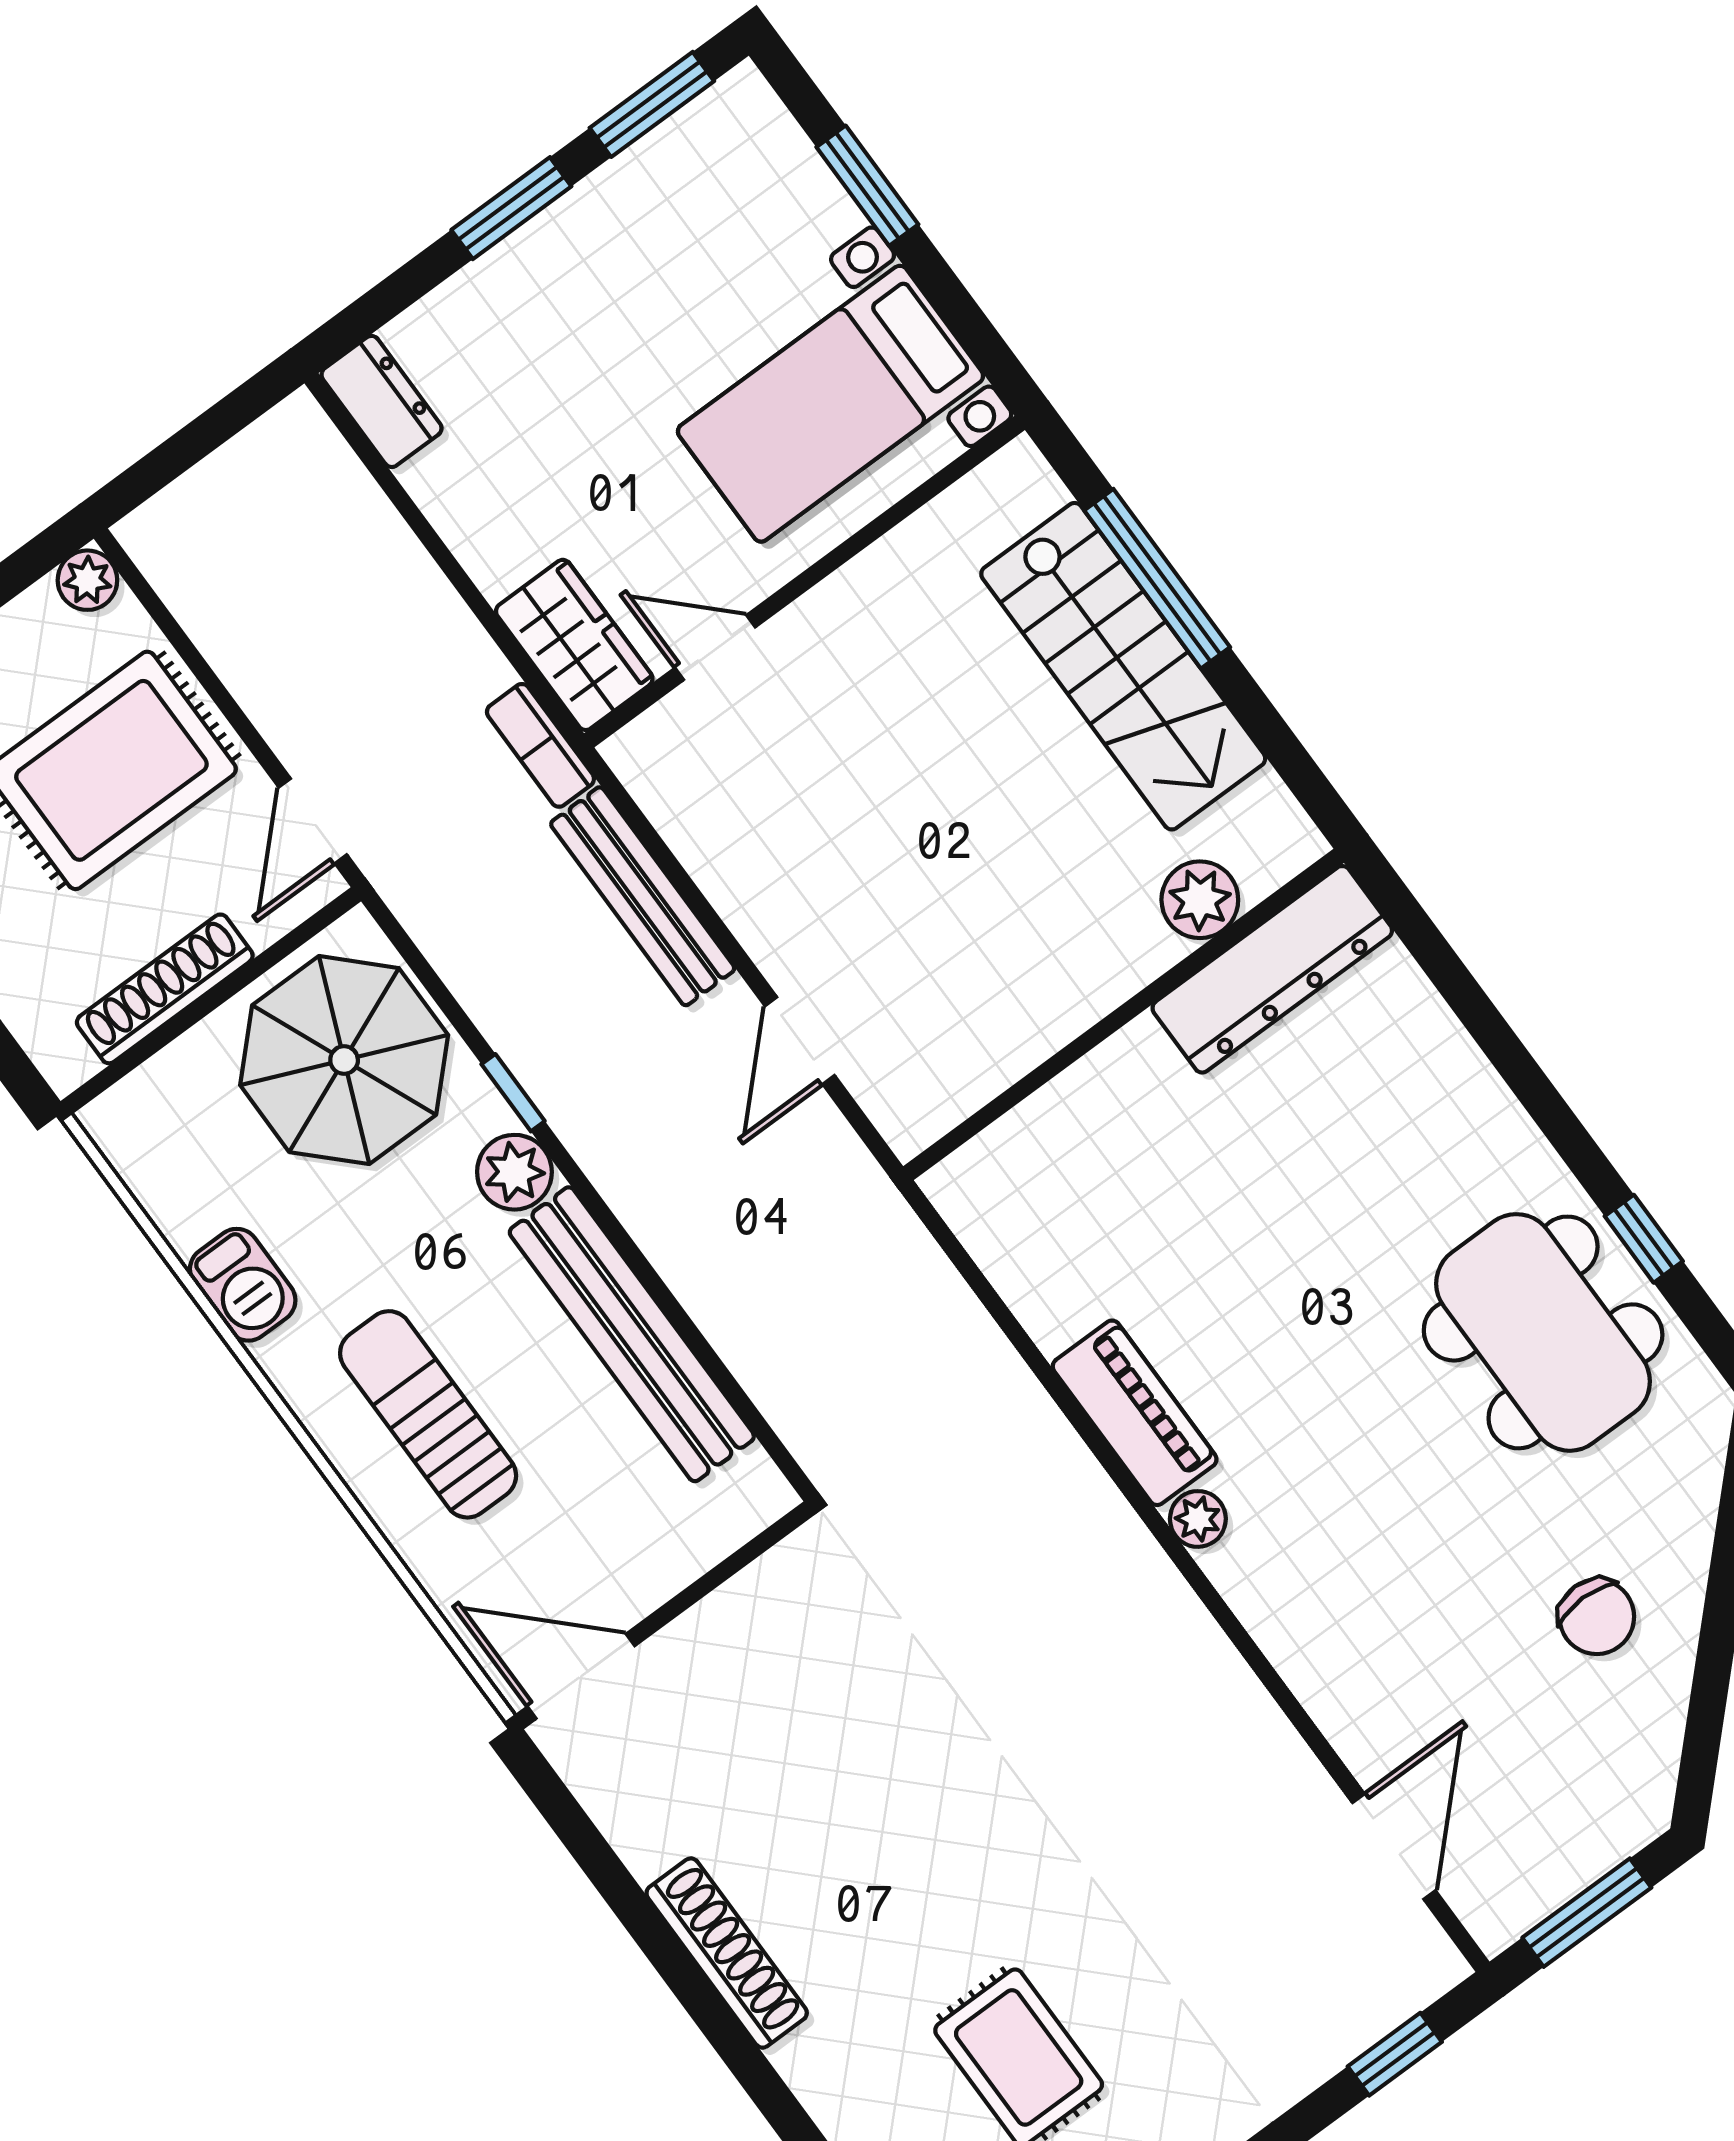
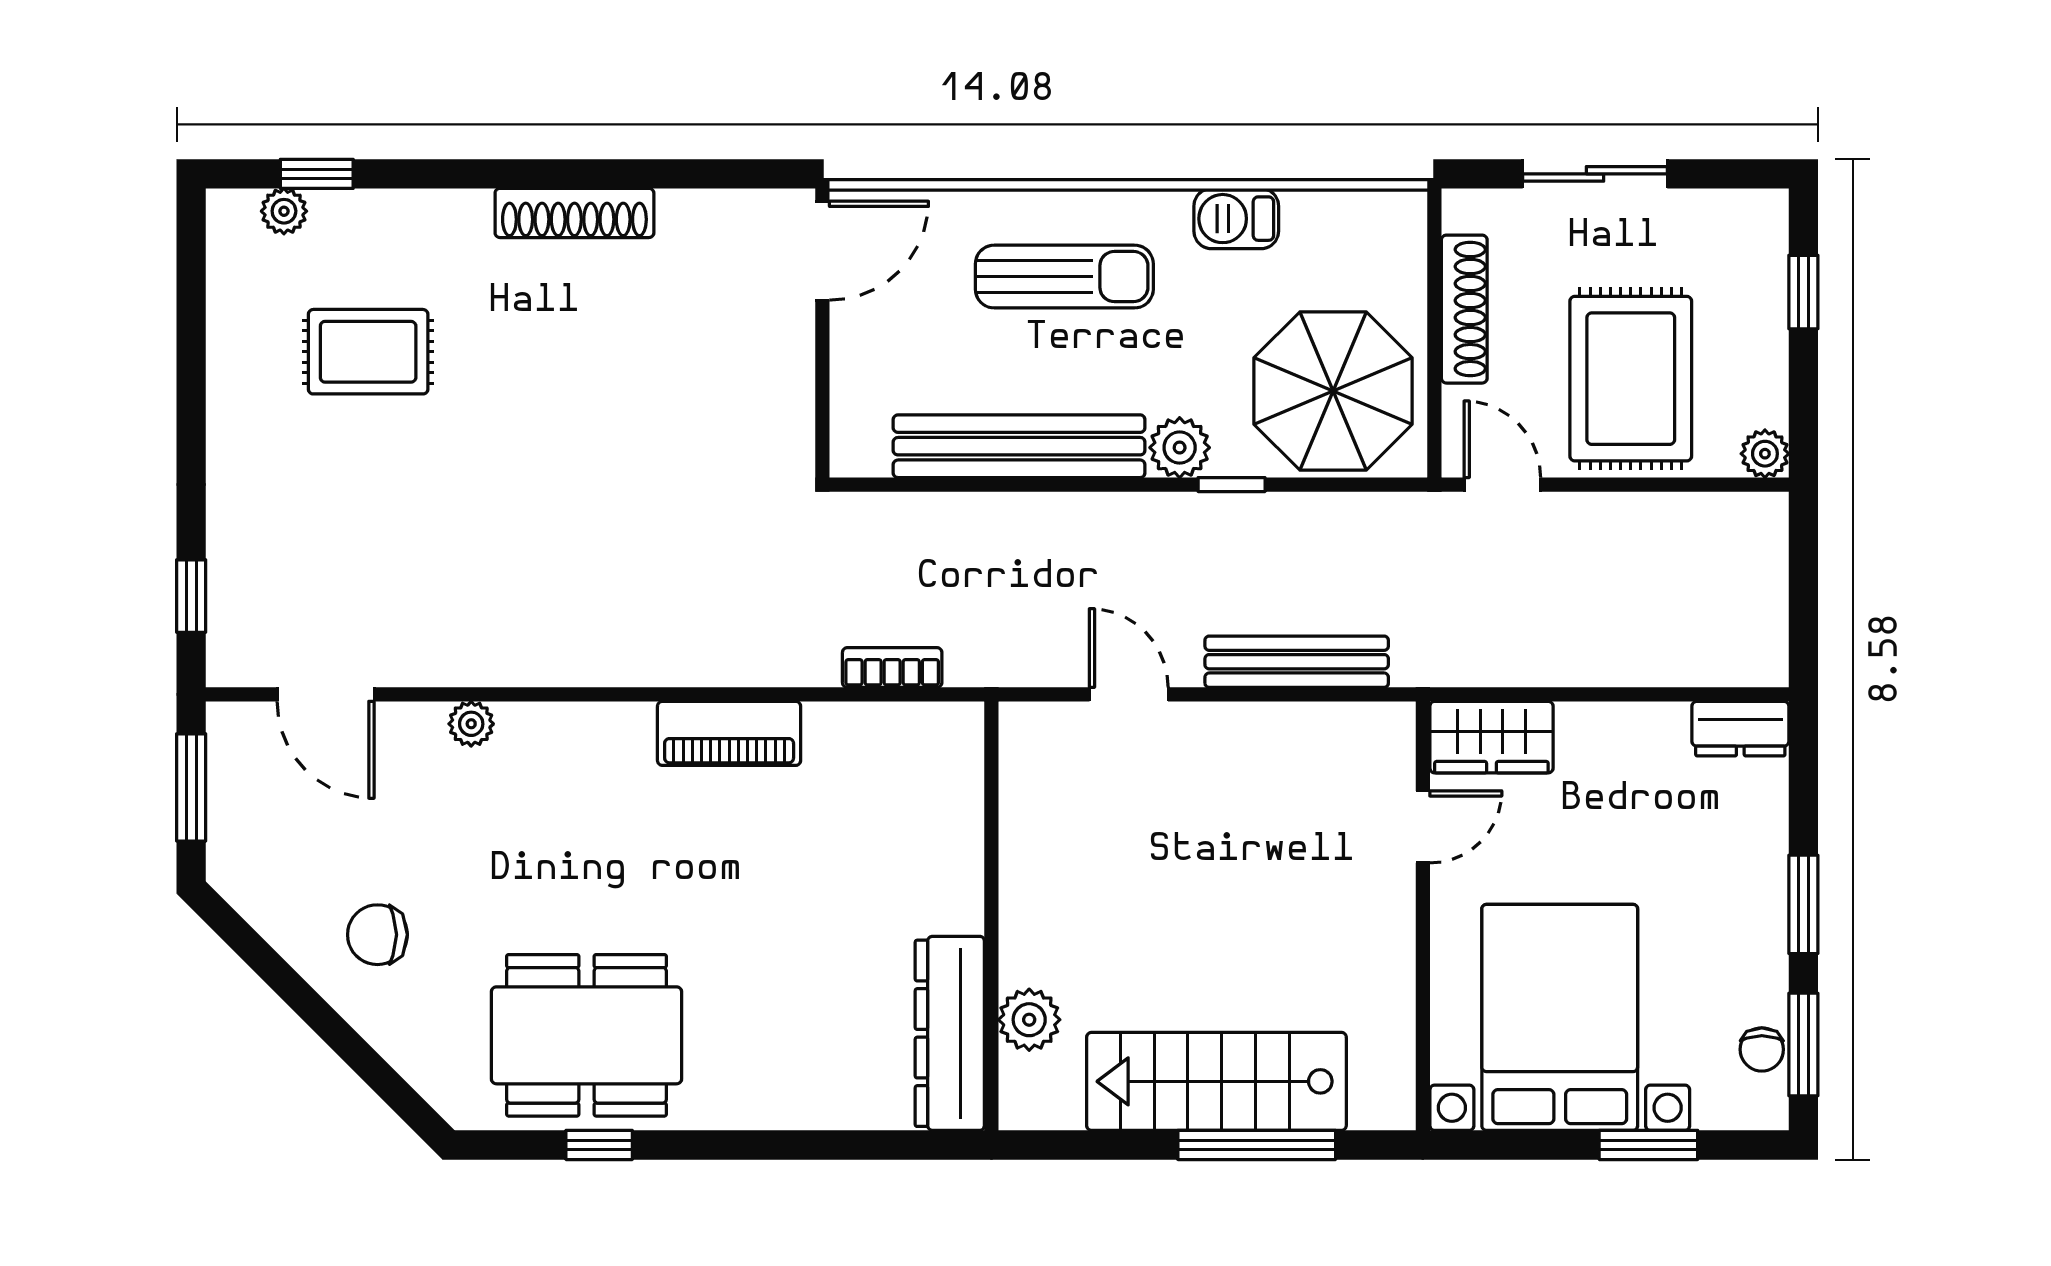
chair: (688, 143) -> (1762, 1049), added
bed with nightstands: (830, 404) -> (1560, 1017), width x1.36
bookcase: (540, 745) -> (892, 667), moved
plant: (1198, 1519) -> (471, 724), moved

